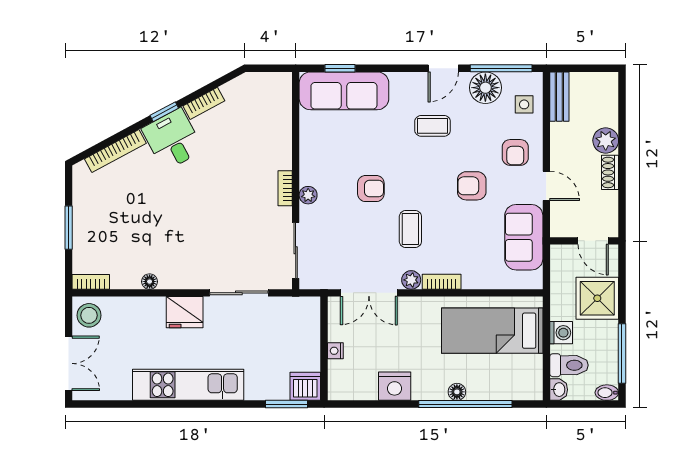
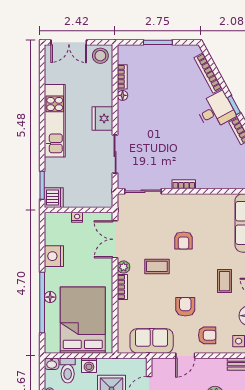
armchair: (515, 152) -> (207, 335), turned 180
plant: (308, 195) -> (179, 199), removed
bookcase: (91, 282) -> (122, 77), moved
bed: (492, 331) -> (83, 320), width x1.50

